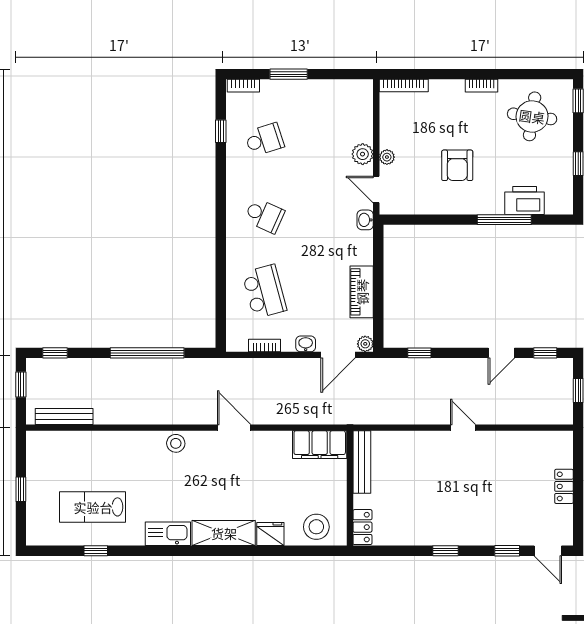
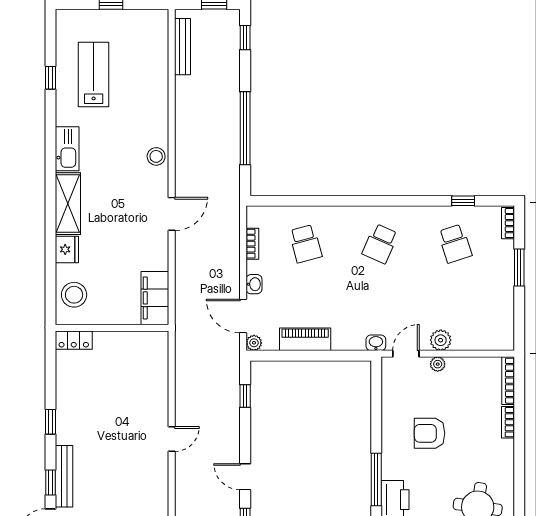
bookcase: (482, 86) -> (508, 422), moved
school desk: (264, 291) -> (305, 244), width x0.54
bench: (362, 462) -> (64, 476), moved, turned 90

